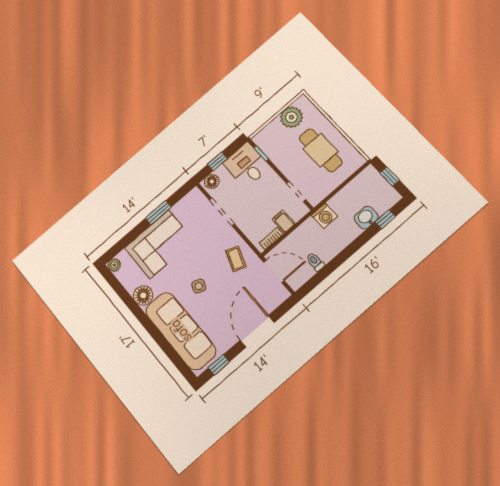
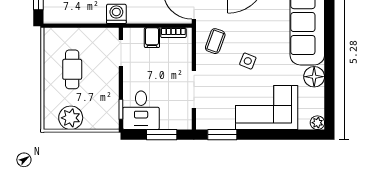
cafe table: (321, 150) -> (72, 69), width x0.73, depth x0.74
window: (217, 161) -> (162, 135), width x1.50
floor lamp: (212, 181) -> (180, 122), removed
window: (158, 213) -> (222, 135), moved
side table: (199, 286) -> (248, 61), moved

